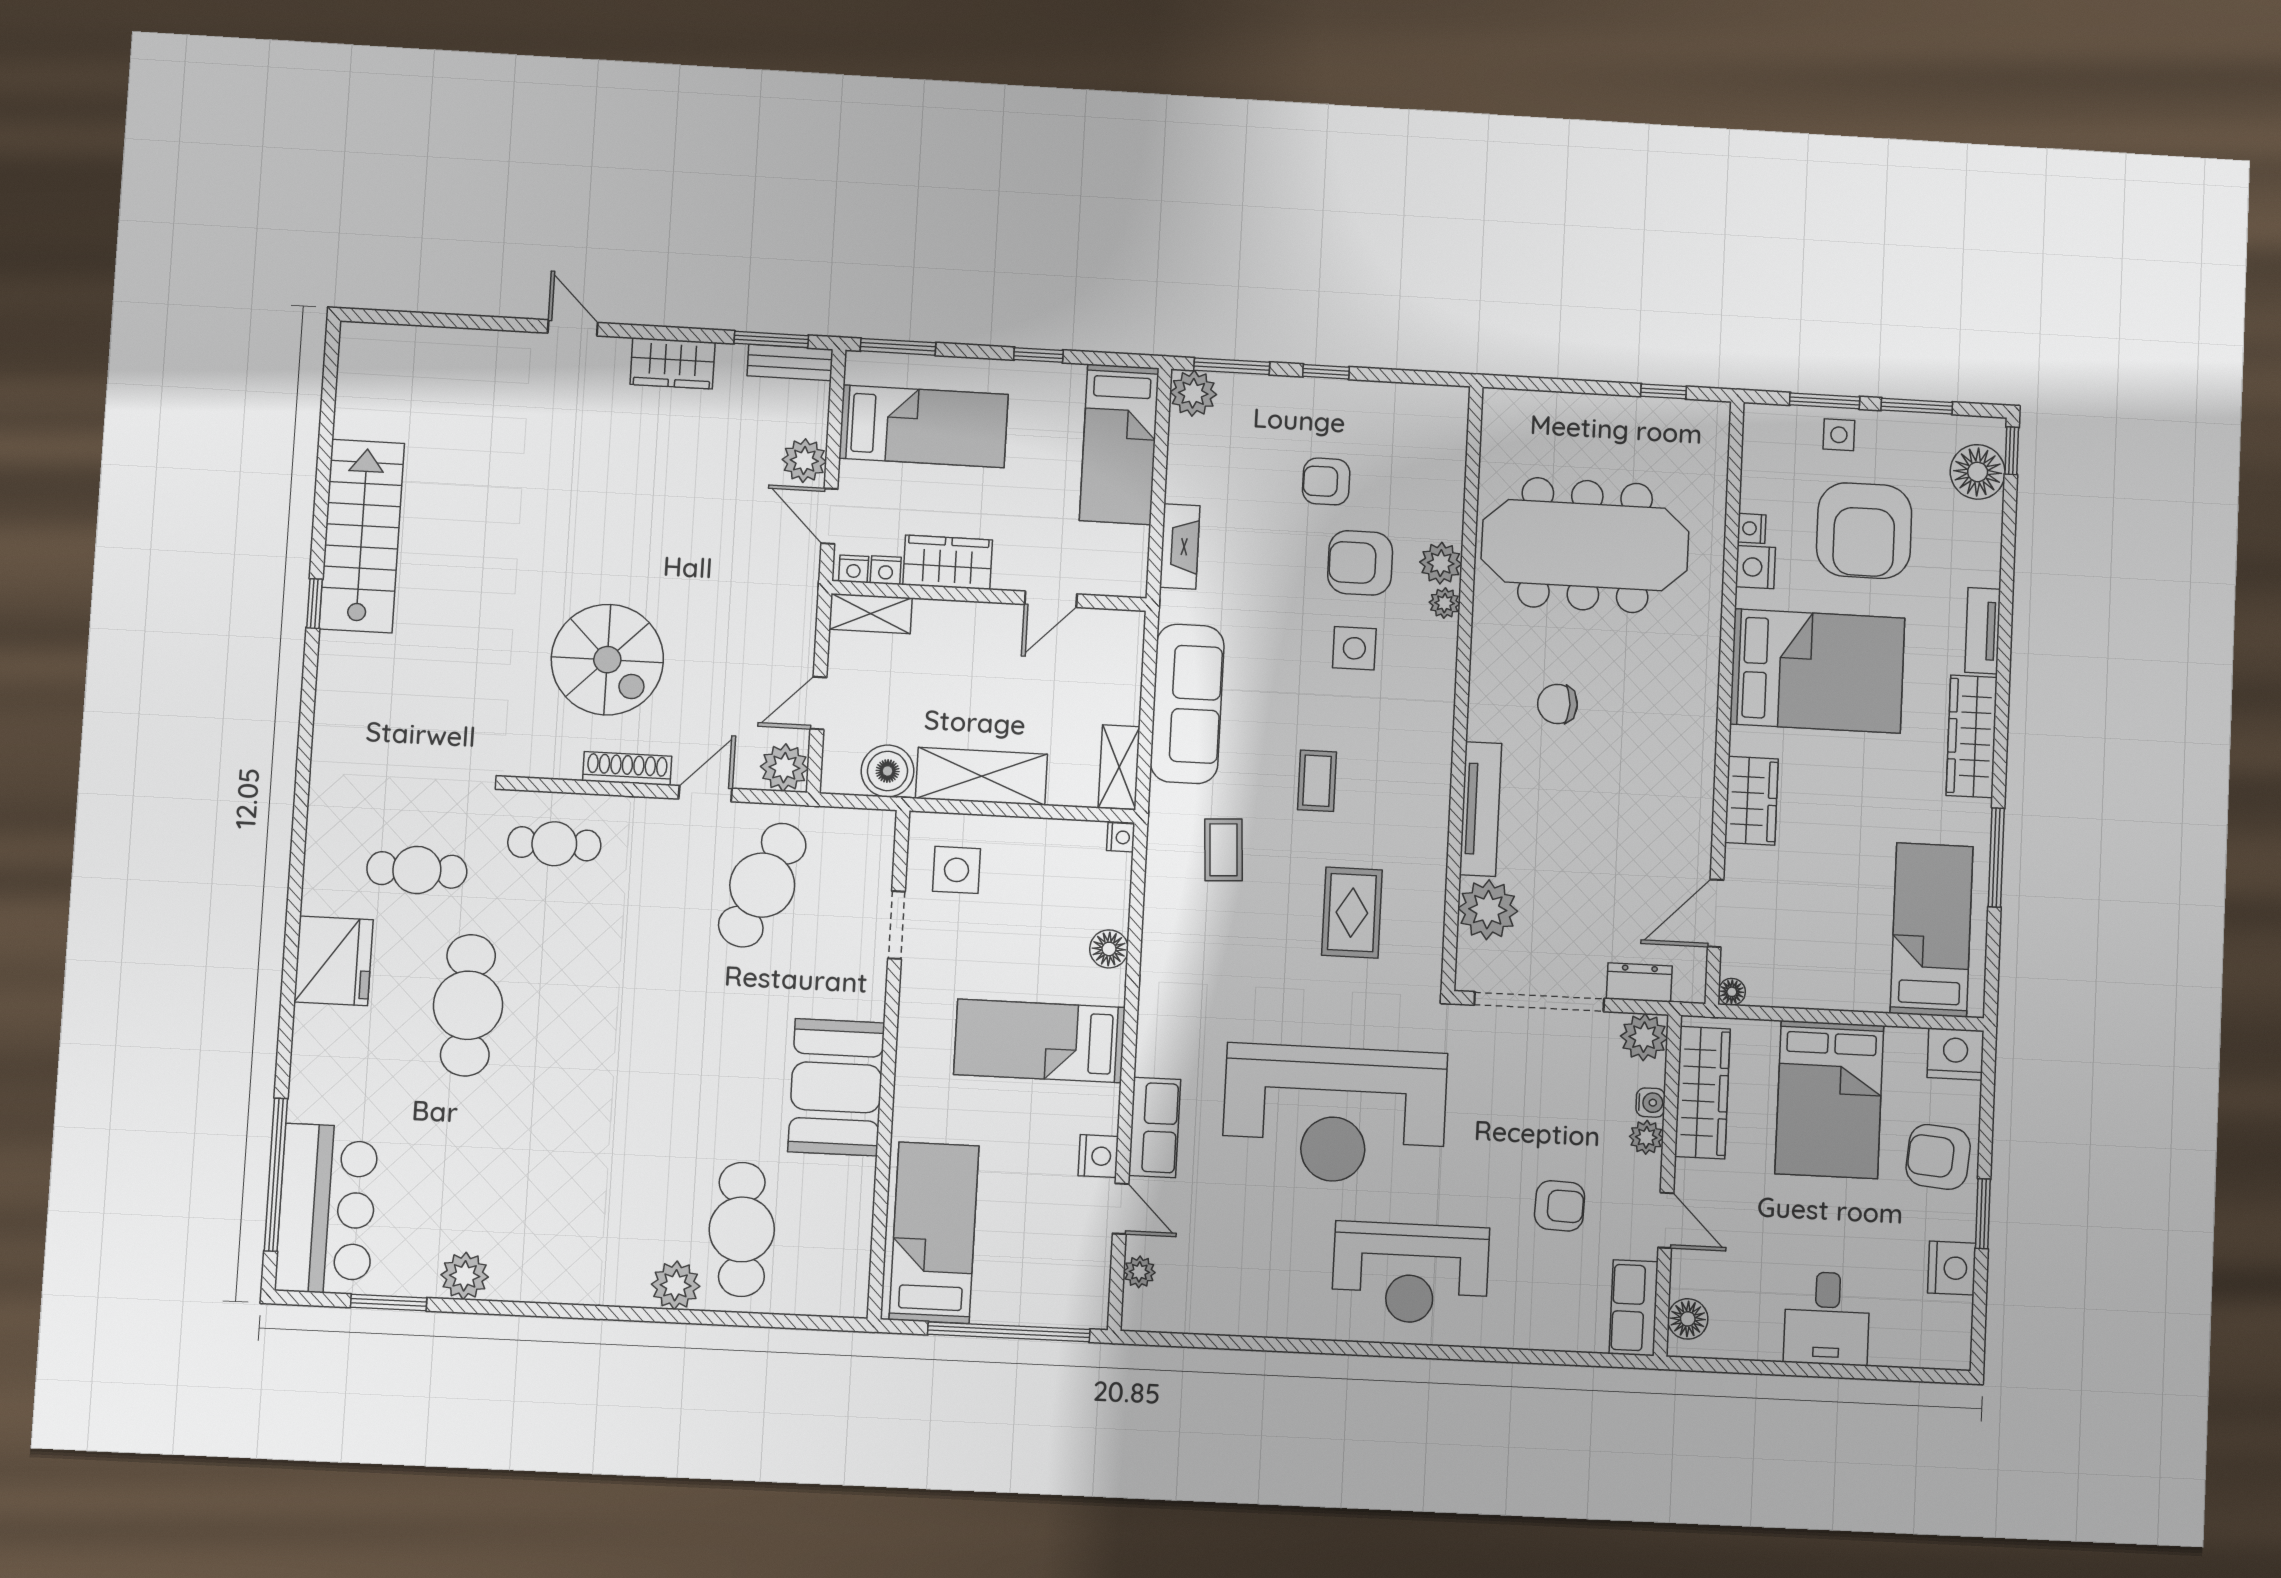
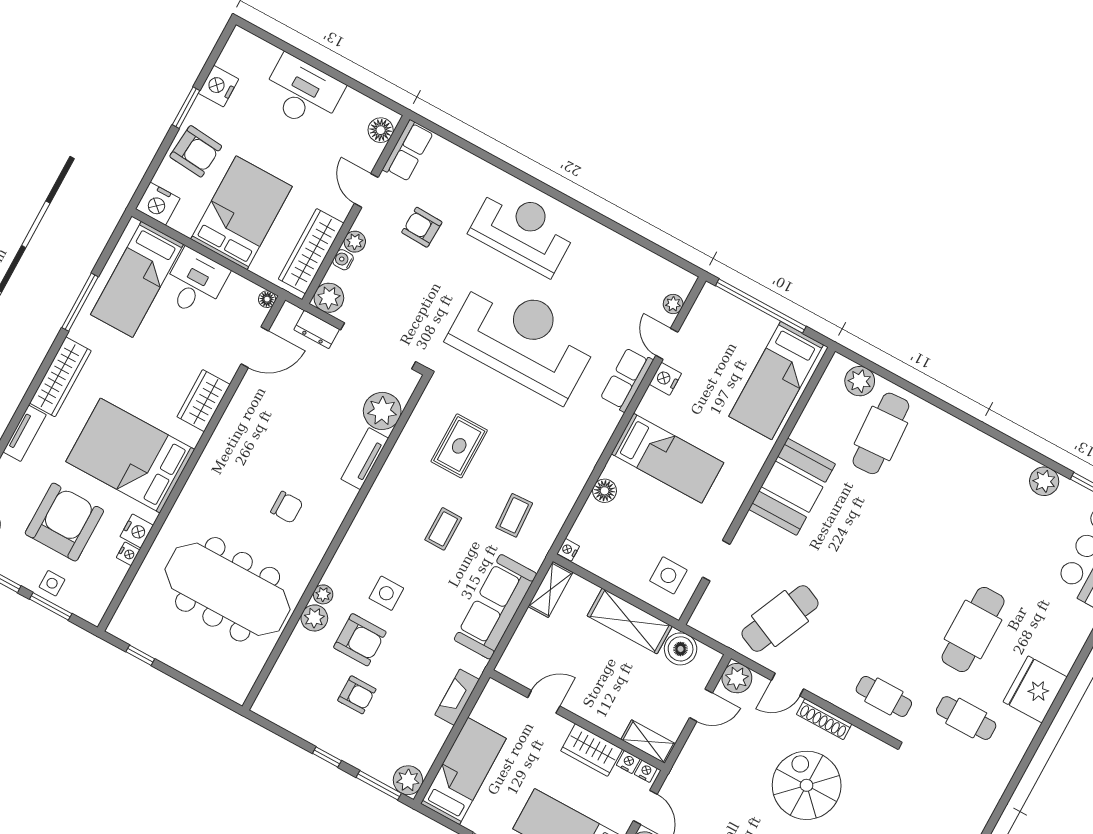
tv unit: (1480, 809) -> (365, 459), width x0.71
desk: (1847, 966) -> (195, 283), added
plant: (676, 1285) -> (860, 381), moved
desk: (1827, 1318) -> (302, 92), width x1.37

